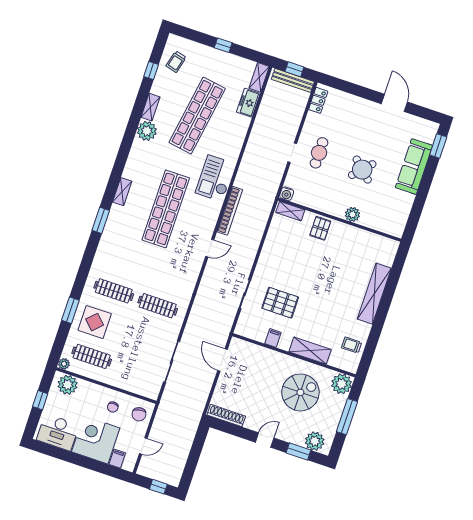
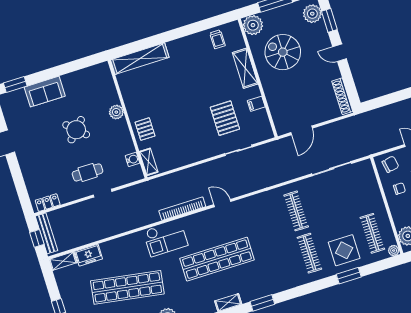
sofa: (414, 167) -> (45, 92), width x0.73
water cooler: (287, 194) -> (132, 159), moved
pallet: (320, 228) -> (145, 129), turned 90
shelving: (374, 294) -> (140, 59), moved

